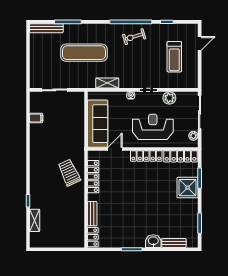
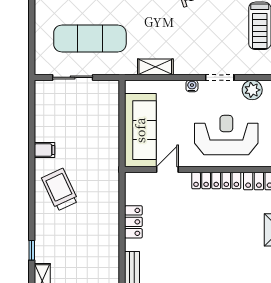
exercise mat: (84, 53) -> (90, 38), moved
filing cabinet: (36, 118) -> (44, 150), moved
trolley: (69, 173) -> (60, 190), moved
locker: (93, 177) -> (133, 222), width x0.66

